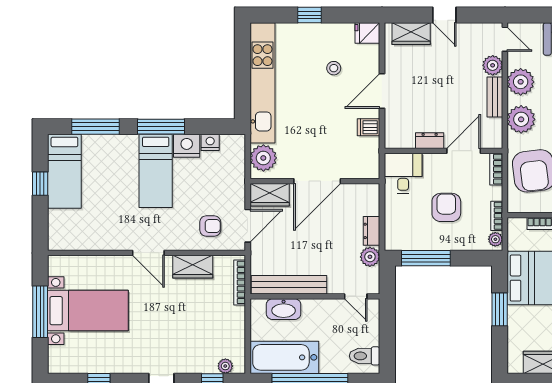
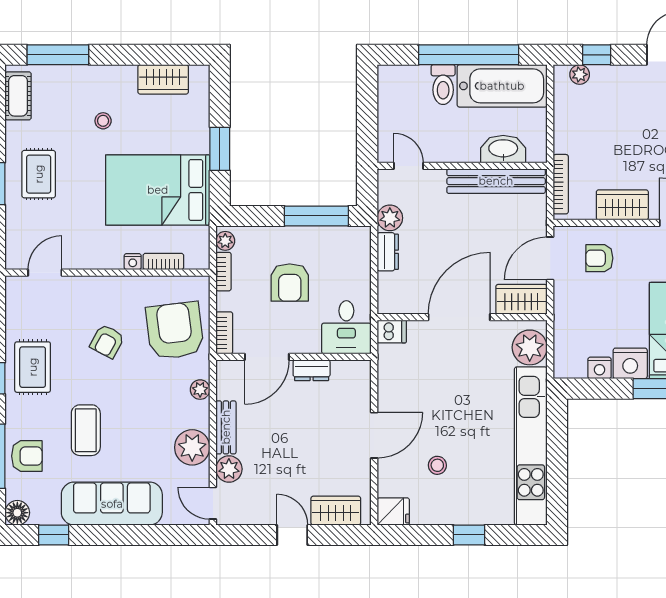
plant: (521, 119) -> (200, 390), width x0.53, depth x0.53
dishwasher: (369, 127) -> (392, 332), moved
toilet: (365, 356) -> (443, 85), moved, turned 90

